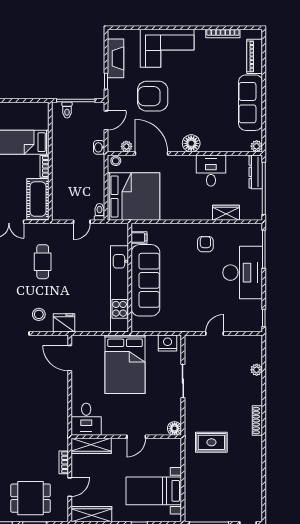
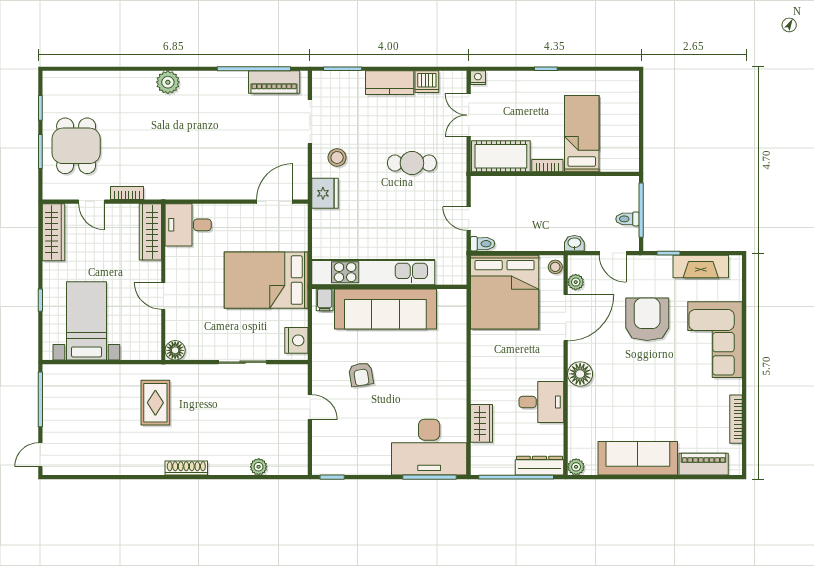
toilet: (67, 110) -> (628, 219), moved
filing cabinet: (139, 238) -> (325, 300), moved
armchair: (205, 244) -> (361, 374), moved, turned 81
desk: (243, 273) -> (429, 447), moved

